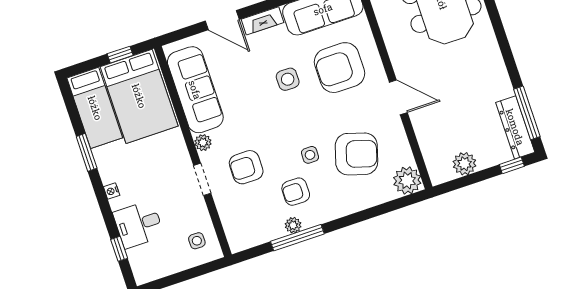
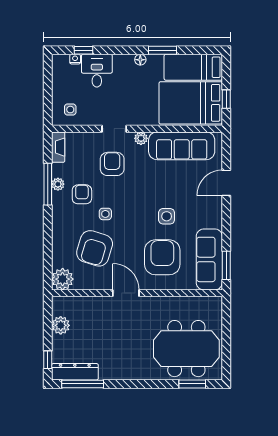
fireplace: (263, 21) -> (58, 147), moved, turned 180
door: (398, 97) -> (126, 293), swing flipped
floor lamp: (107, 176) -> (140, 60), added
nightstand: (112, 191) -> (75, 59), moved

